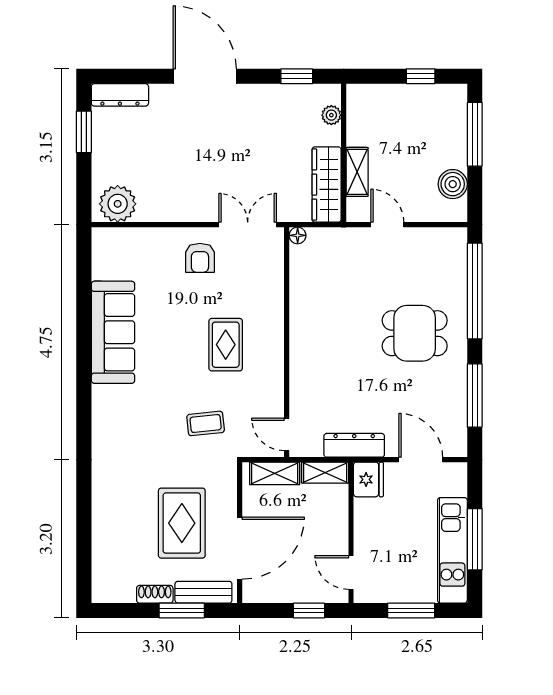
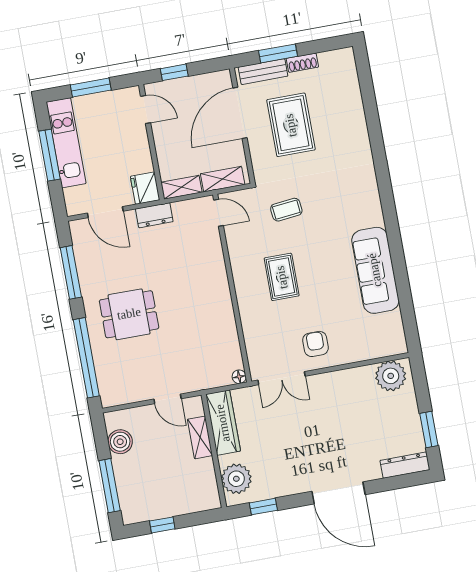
plant: (331, 115) -> (236, 479), width x1.88, depth x1.88
dresser: (354, 445) -> (154, 215), width x0.70

